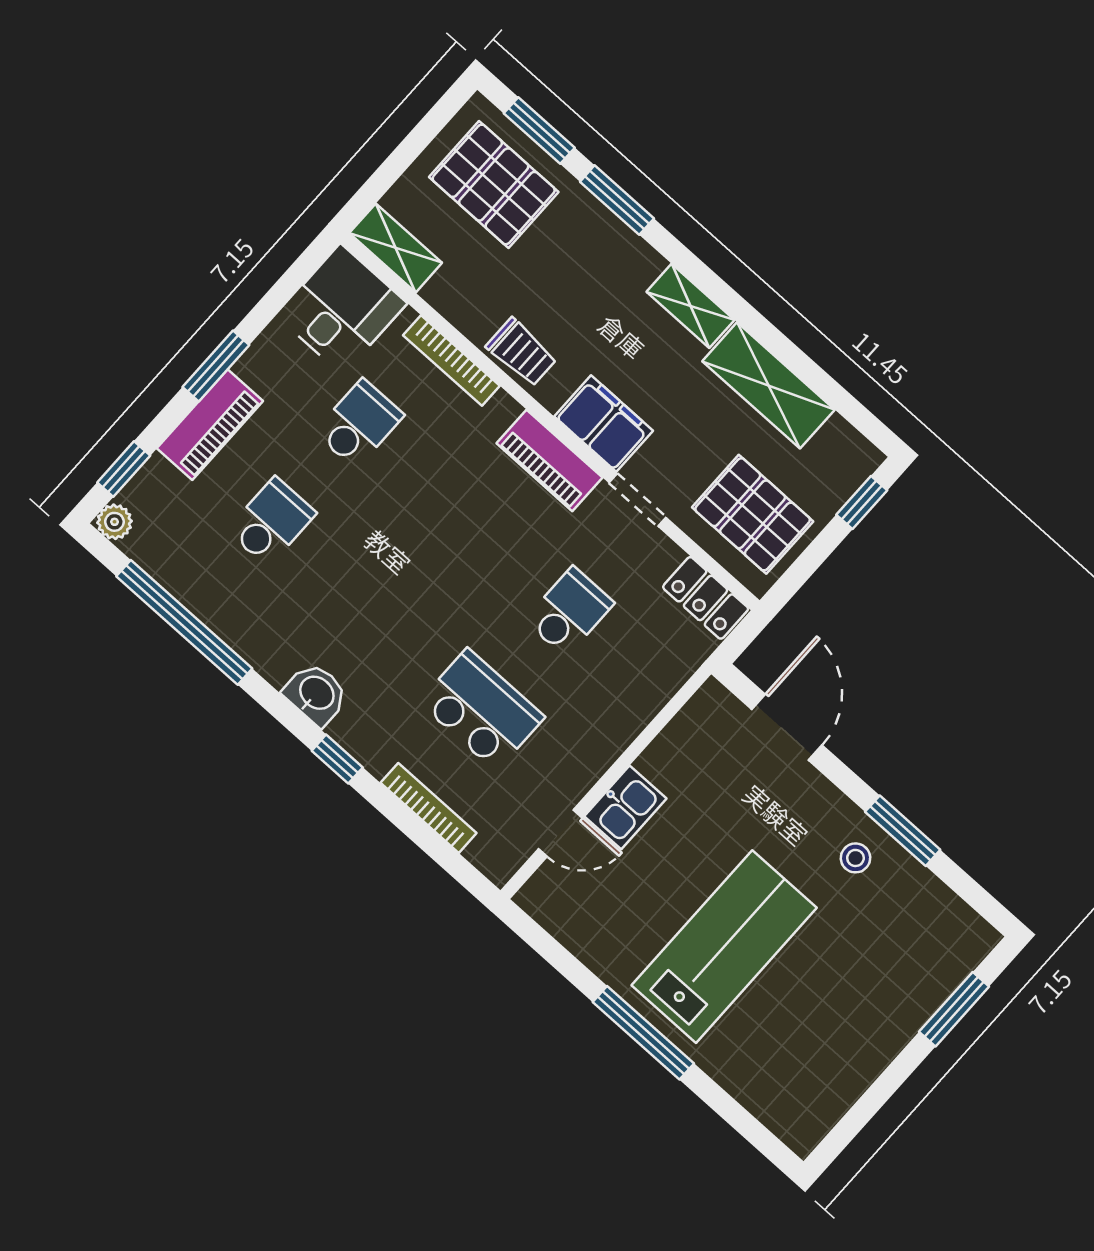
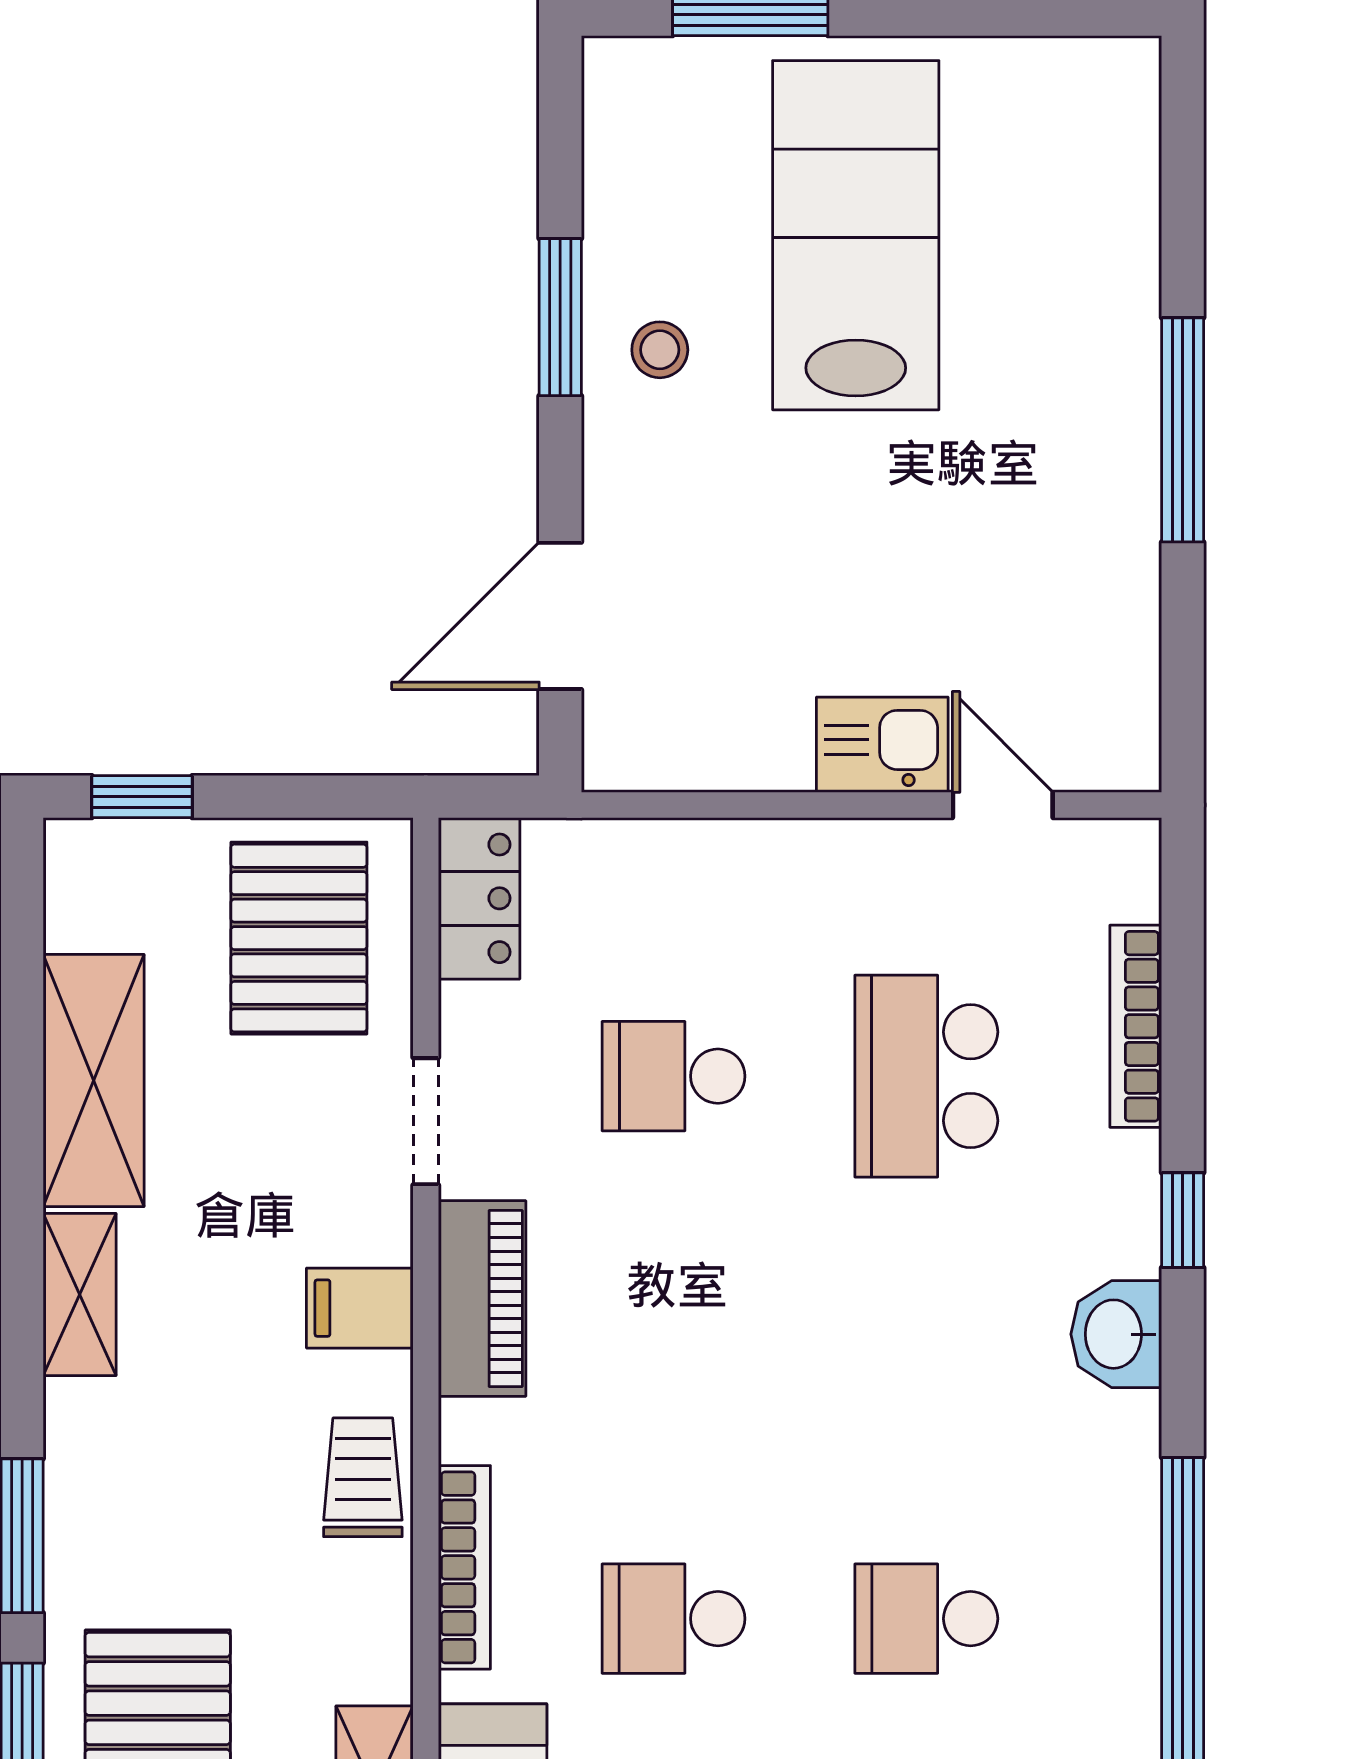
filing cabinet: (604, 424) -> (360, 1308), width x0.50
lab bench: (724, 947) -> (856, 235), moved, turned 90

